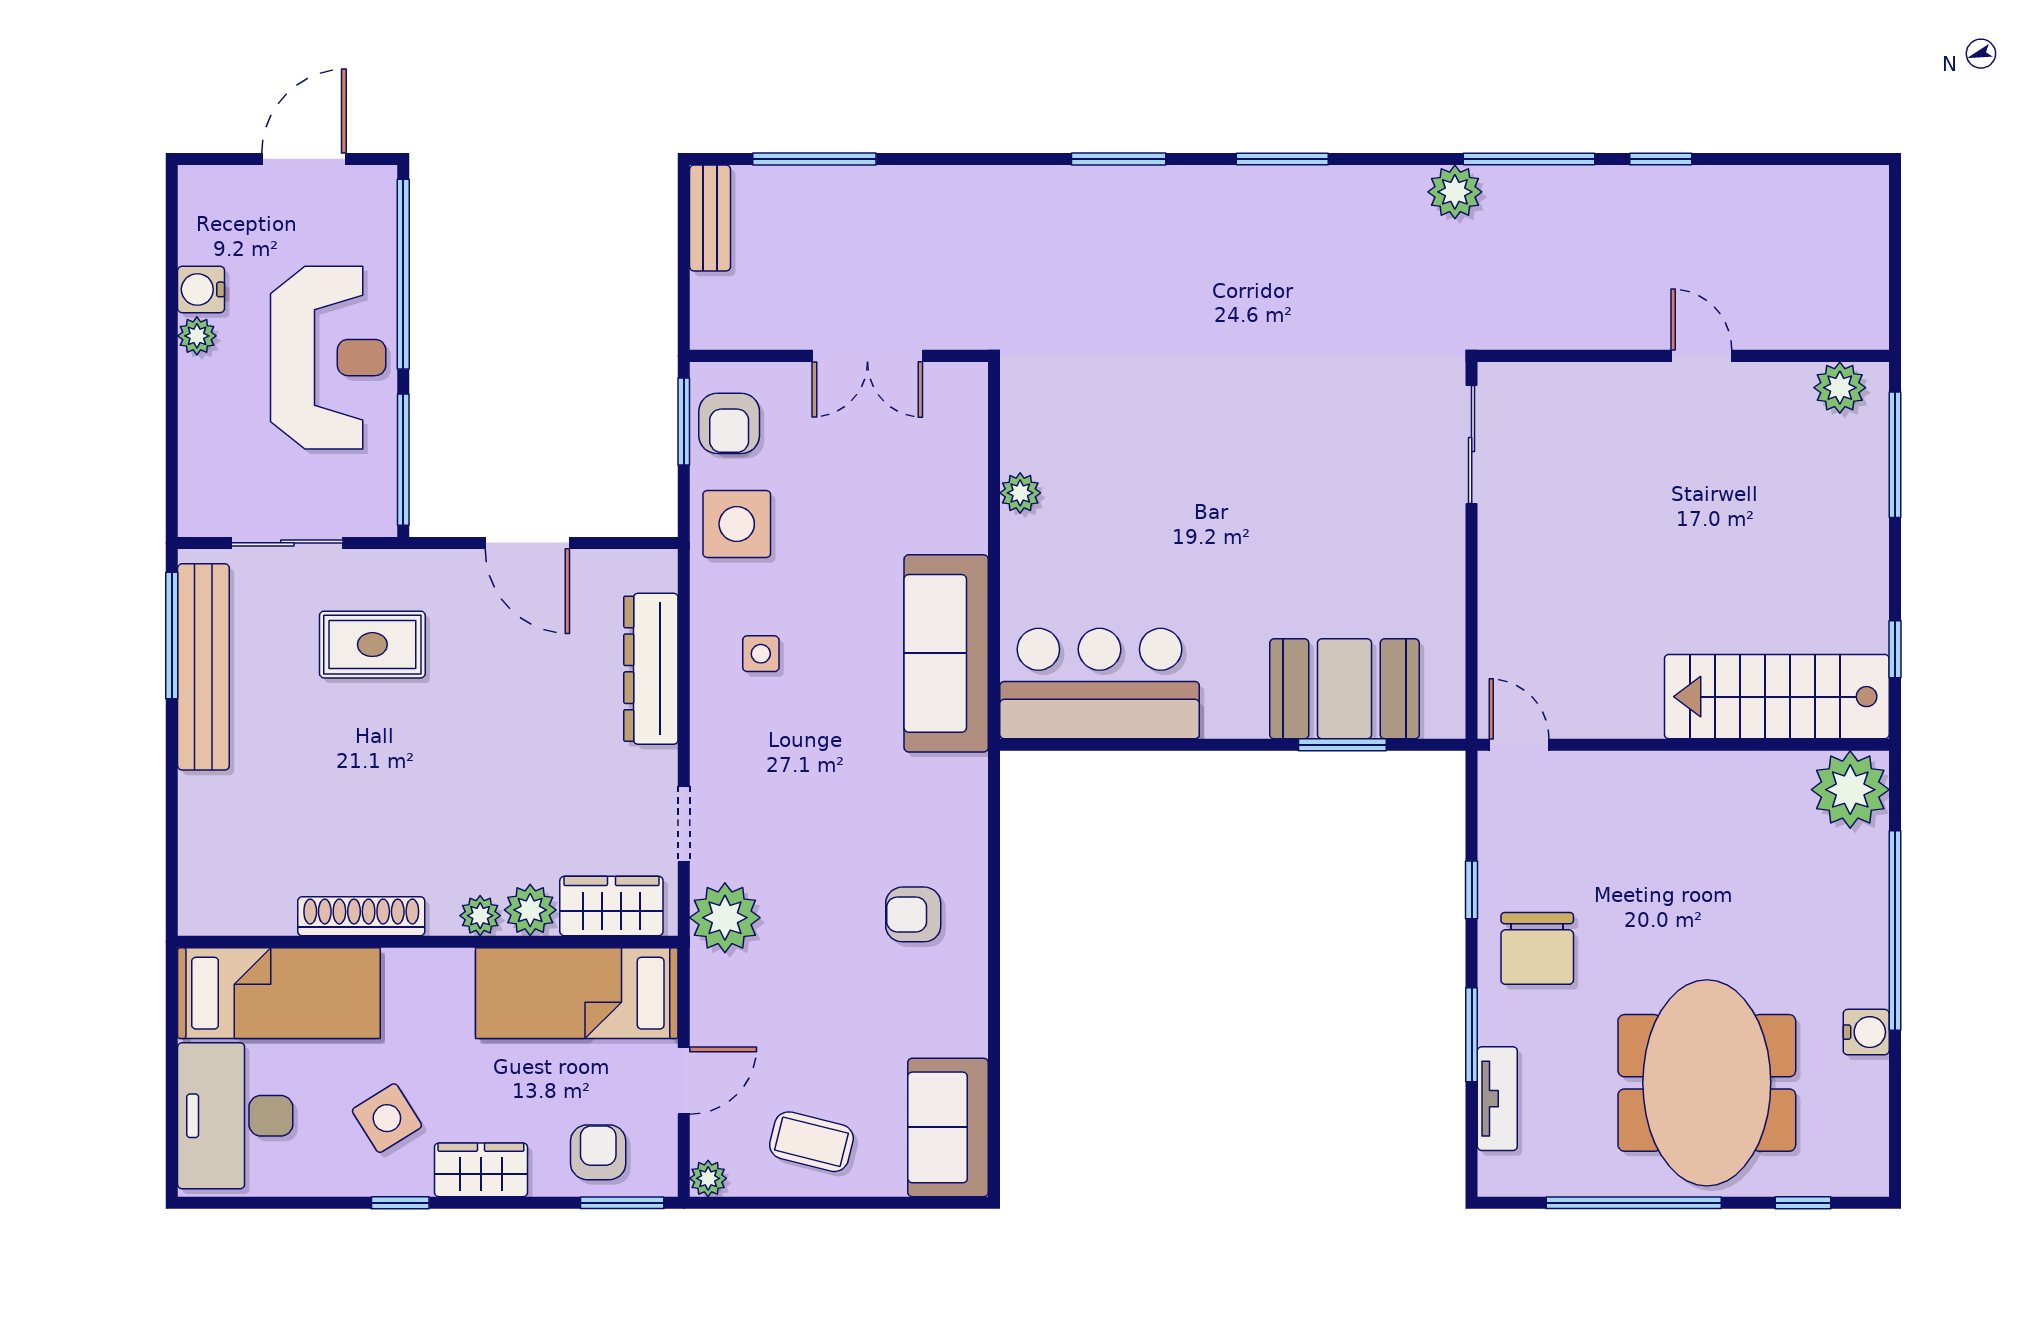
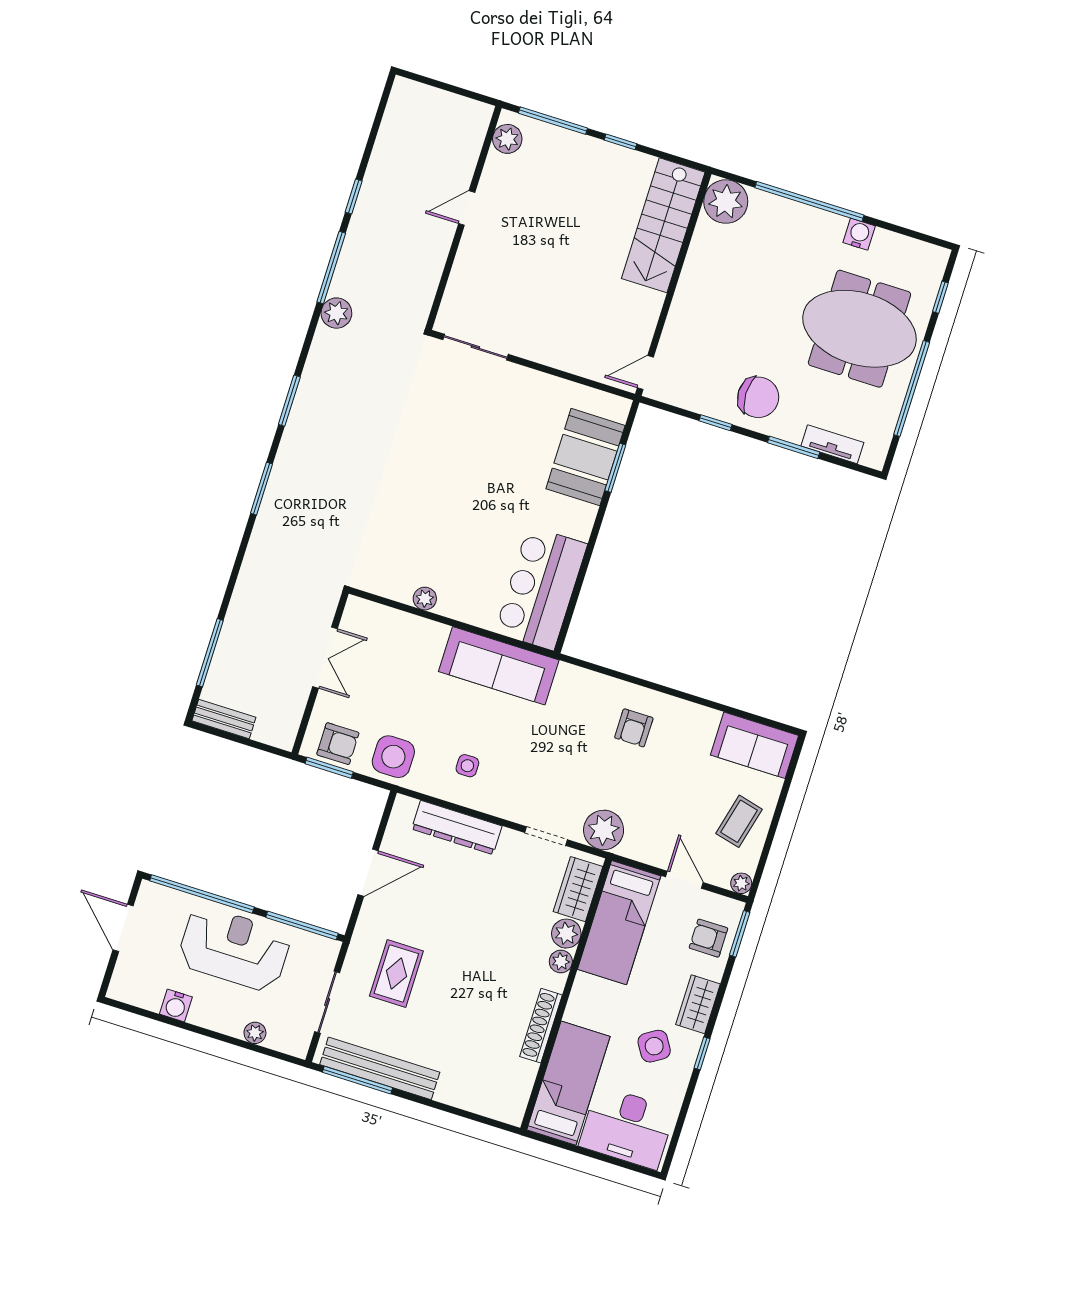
plant: (197, 336) -> (255, 1033), moved
window: (1895, 649) -> (621, 142), moved

